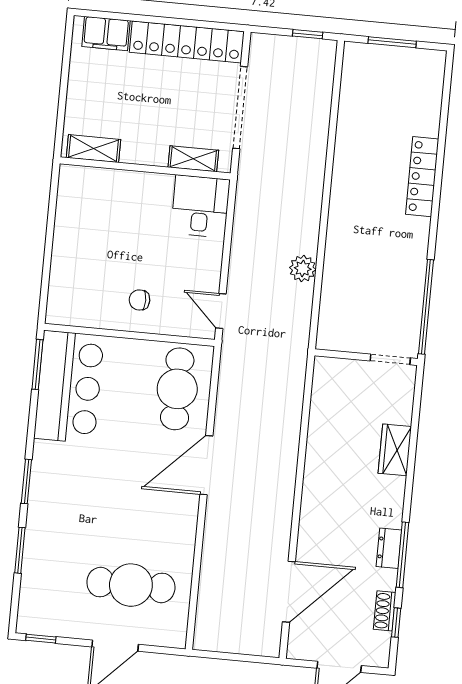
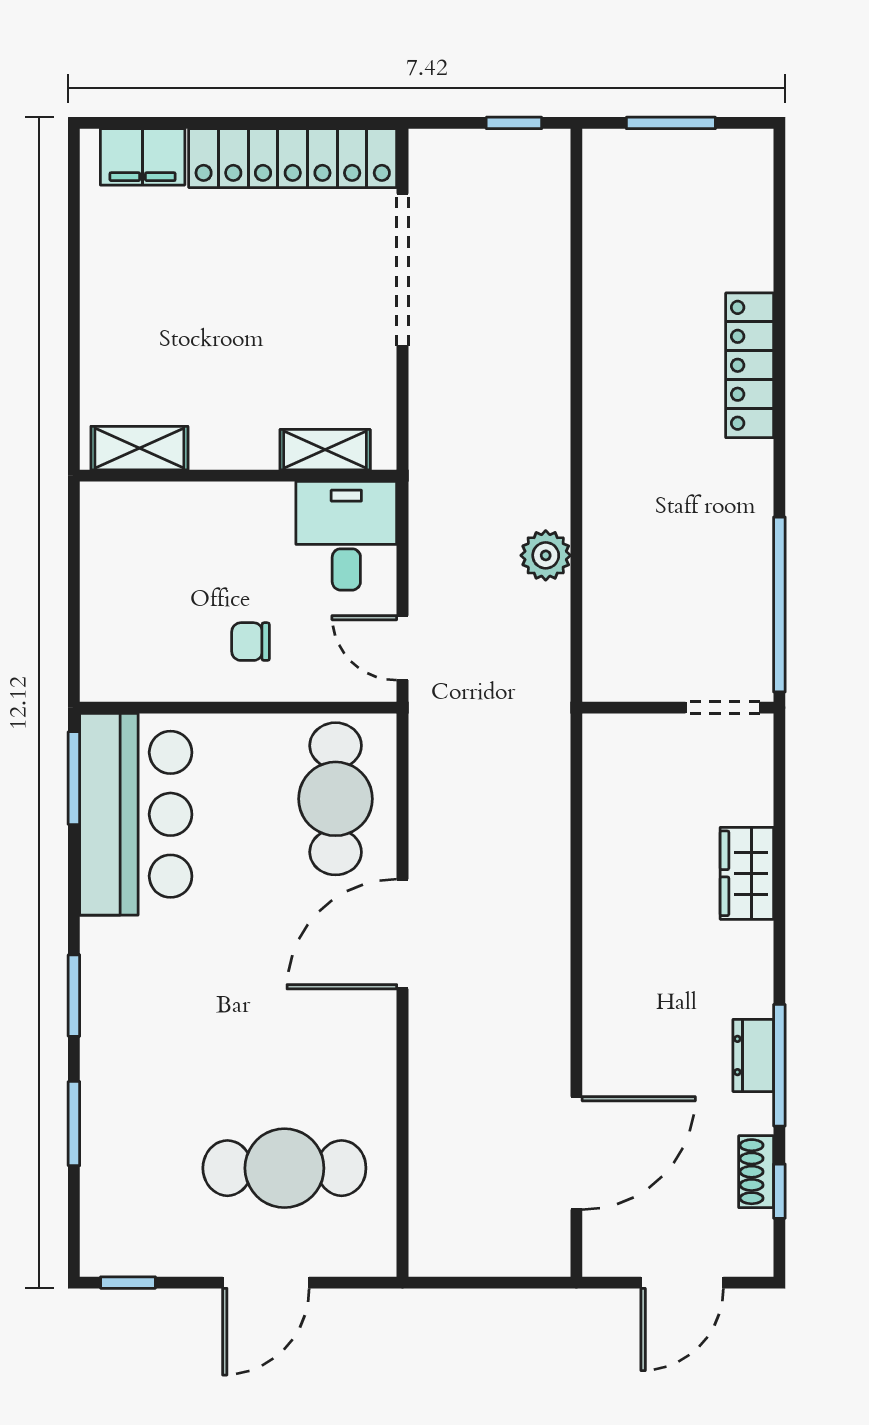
shelving: (93, 149) -> (139, 448), moved
shelving: (193, 159) -> (325, 450), moved
wall: (145, 168) -> (238, 476), moved
desk: (200, 206) -> (346, 536), moved

